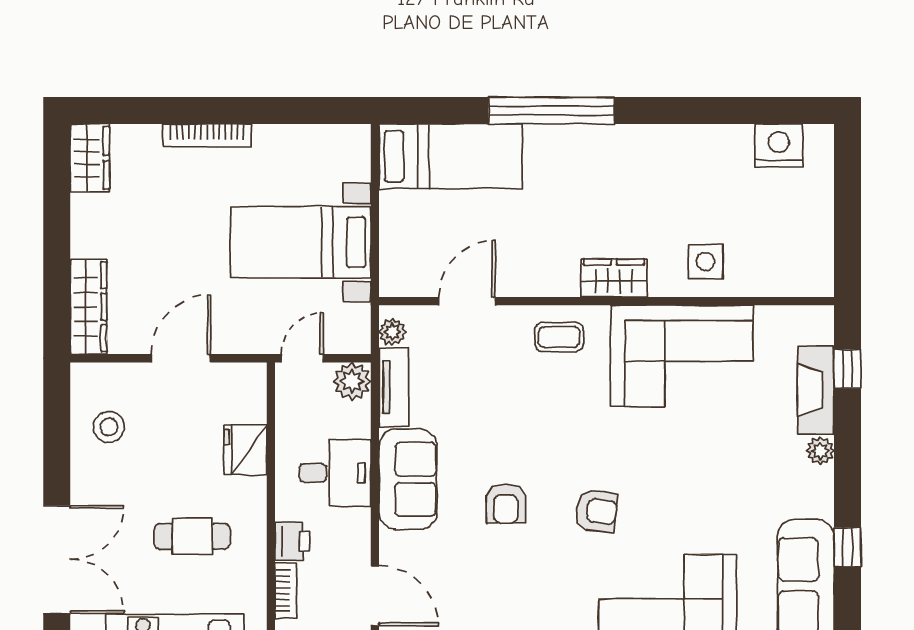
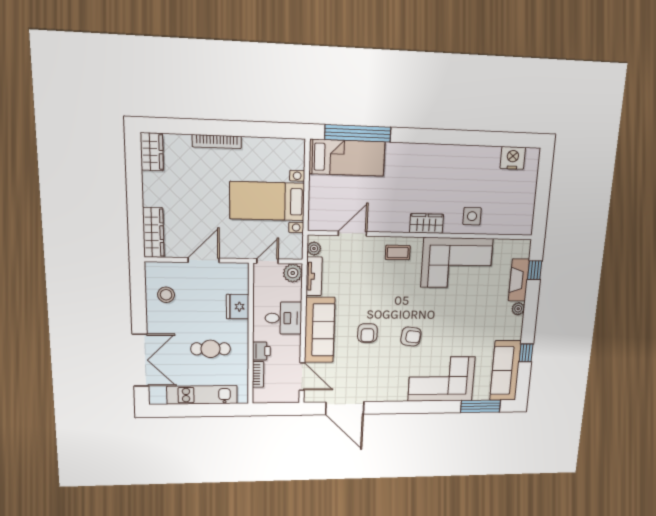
window: (552, 111) -> (358, 133), moved
sofa: (408, 479) -> (320, 330), width x1.36

